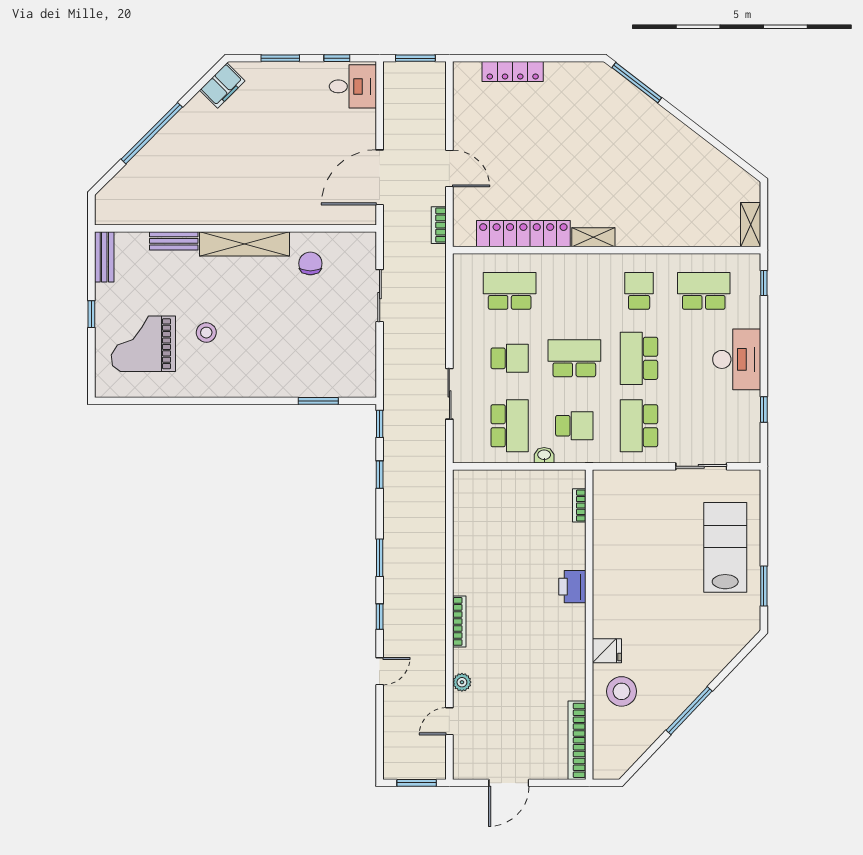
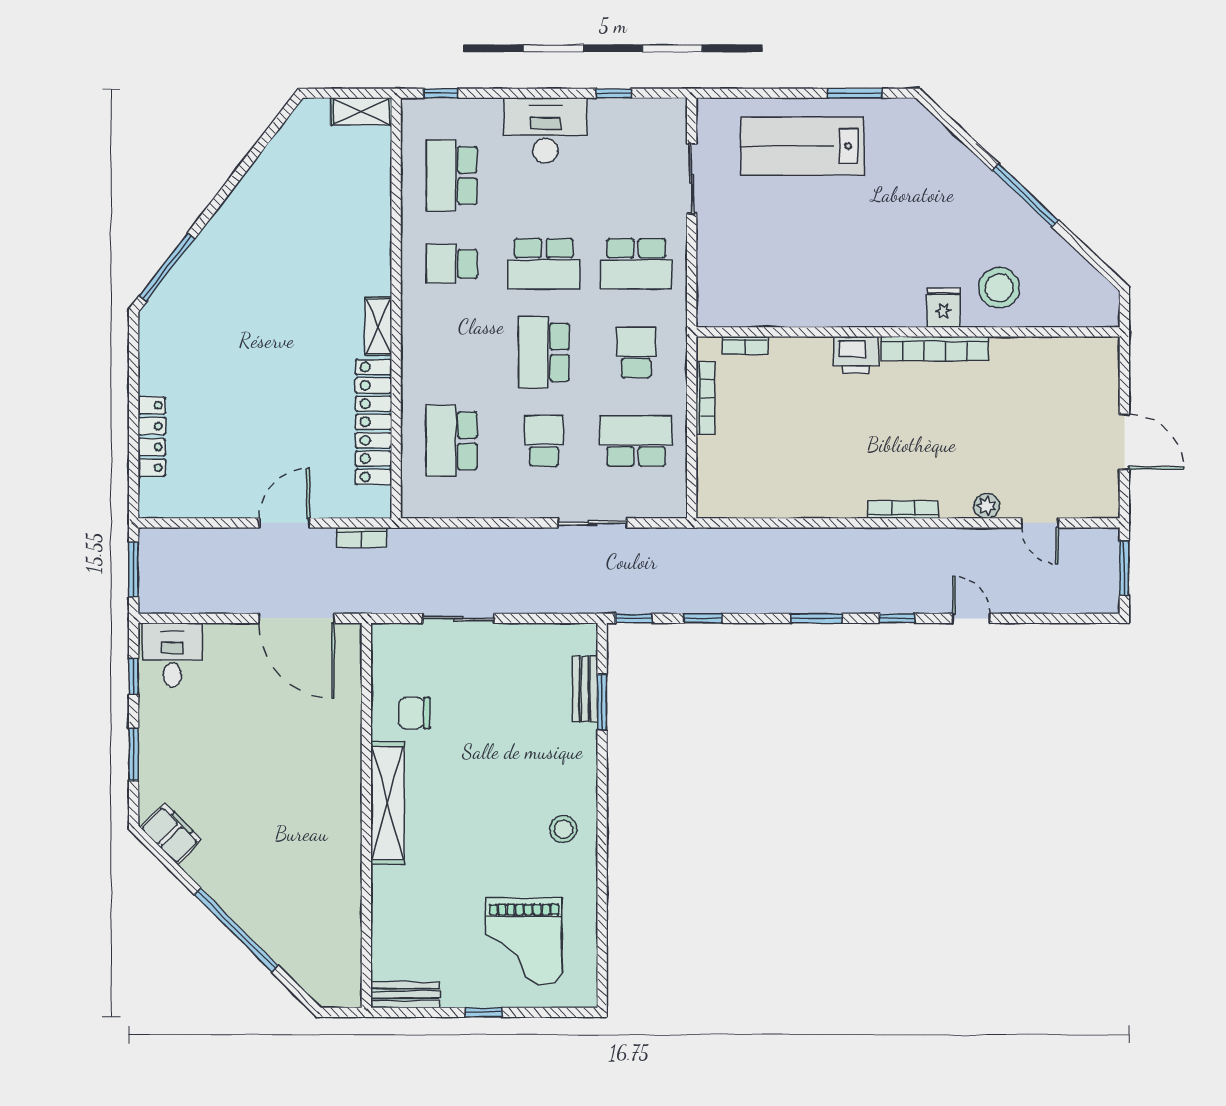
bench: (174, 241) -> (585, 689), moved
stool: (206, 333) -> (563, 829), moved
washbasin: (544, 455) -> (676, 394), removed
bookcase: (541, 477) -> (705, 398), added
bookcase: (577, 740) -> (934, 349), moved

